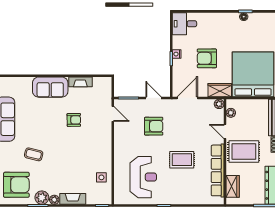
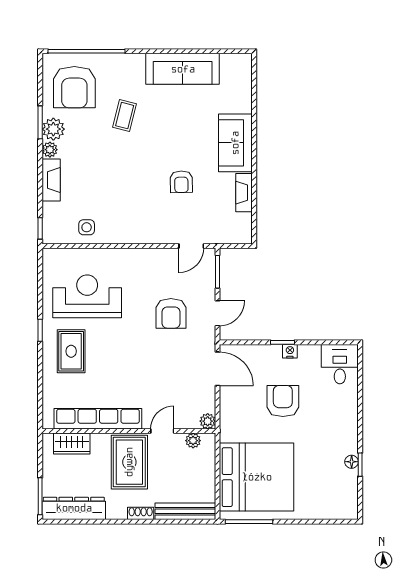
wardrobe: (220, 90) -> (231, 422), removed
rug: (182, 160) -> (71, 351), moved
reception desk: (143, 177) -> (87, 296), turned 180

